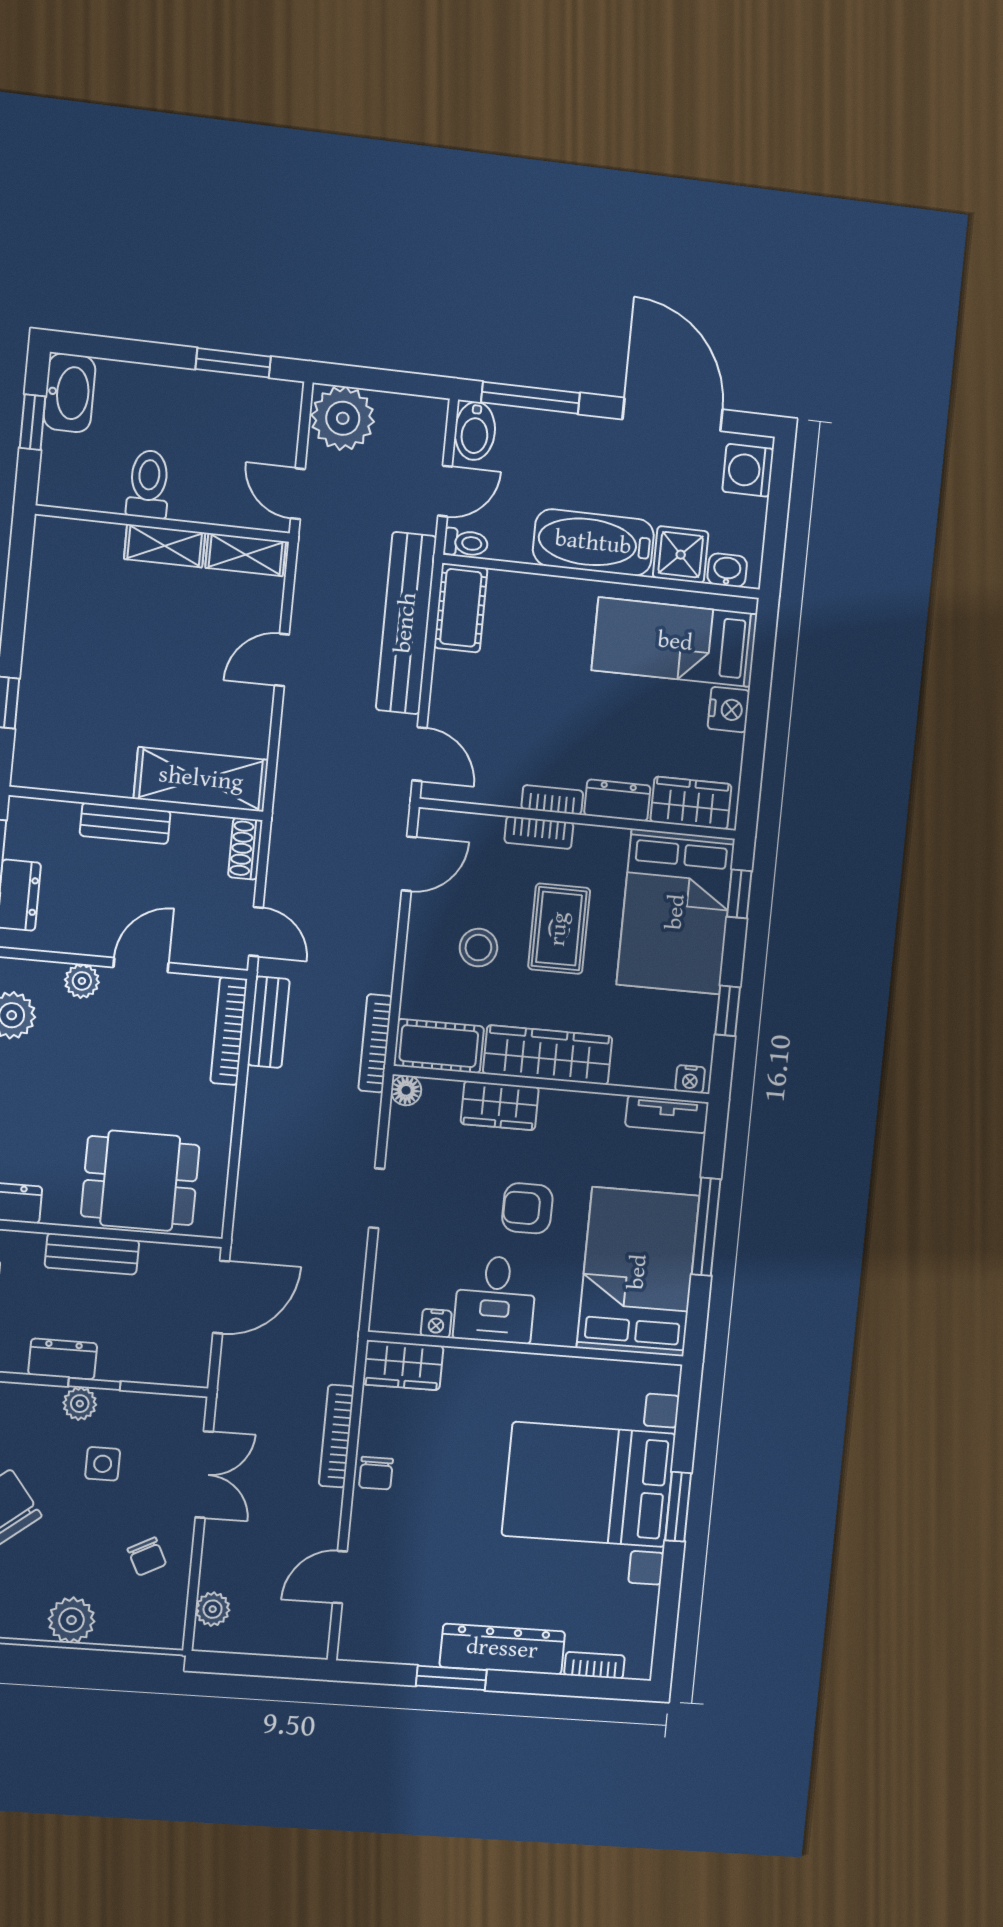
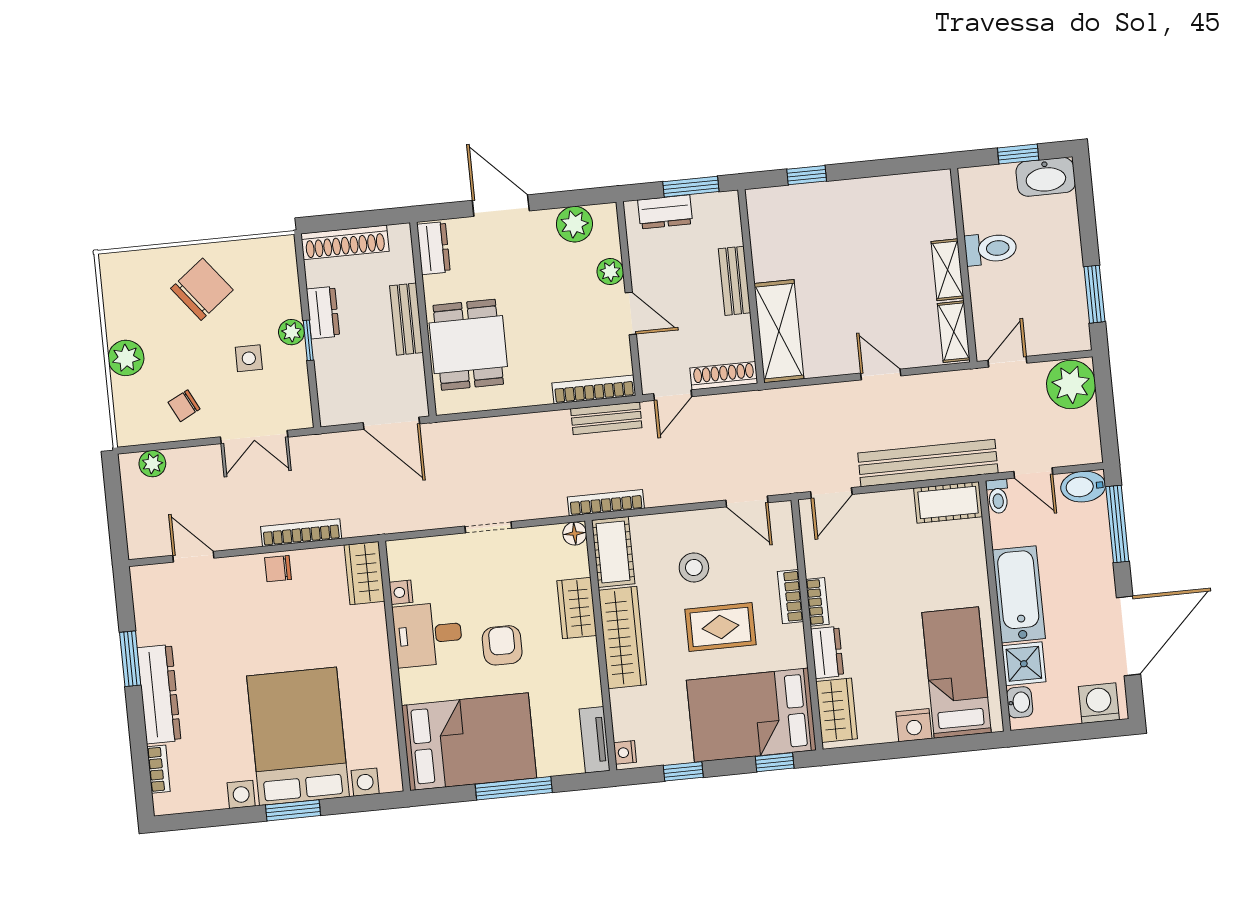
shoe rack: (245, 849) -> (724, 376), width x1.43

